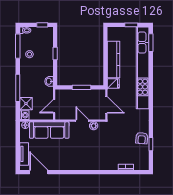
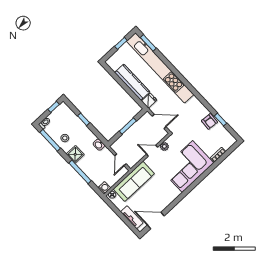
shower: (26, 104) -> (75, 154), moved
corner sofa: (97, 155) -> (187, 167), added

